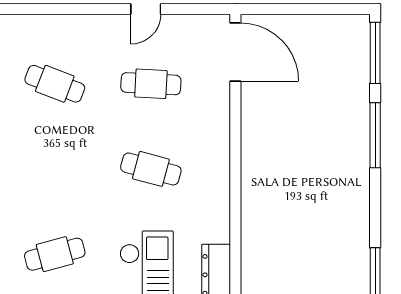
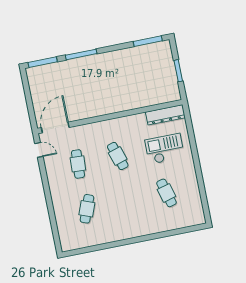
door: (146, 9) -> (39, 150), moved
cafe table: (151, 169) -> (118, 156), turned -33

